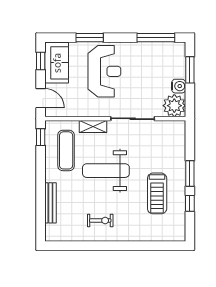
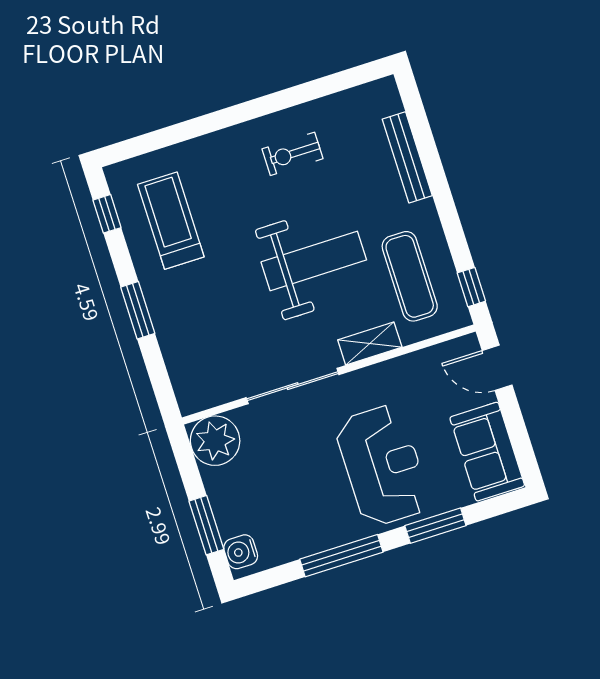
window: (156, 38) -> (341, 556), moved
window: (41, 61) -> (522, 445), removed
reception desk: (104, 71) -> (383, 465), turned 180
water cooler: (179, 86) -> (241, 552), moved
treadmill: (157, 193) -> (171, 221), moved
window: (190, 203) -> (107, 214), moved

